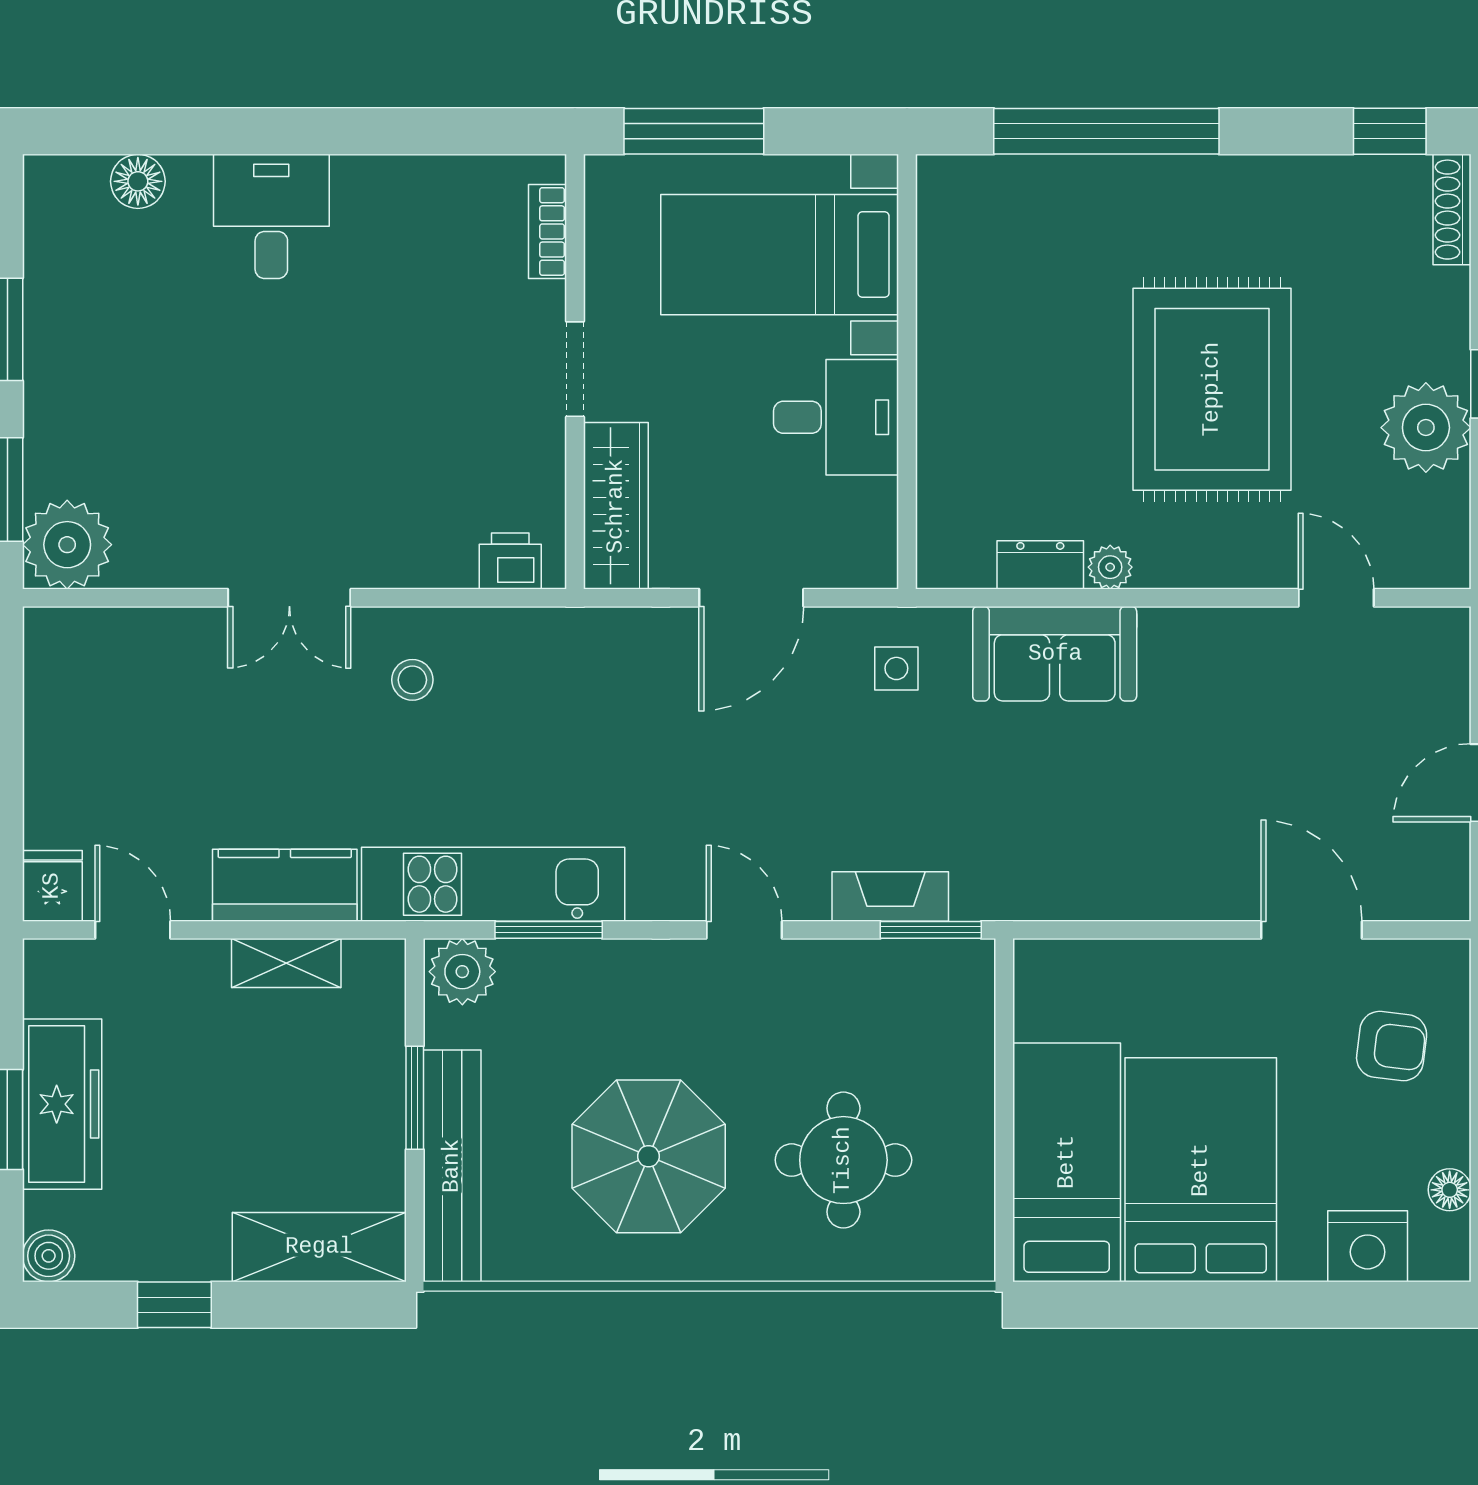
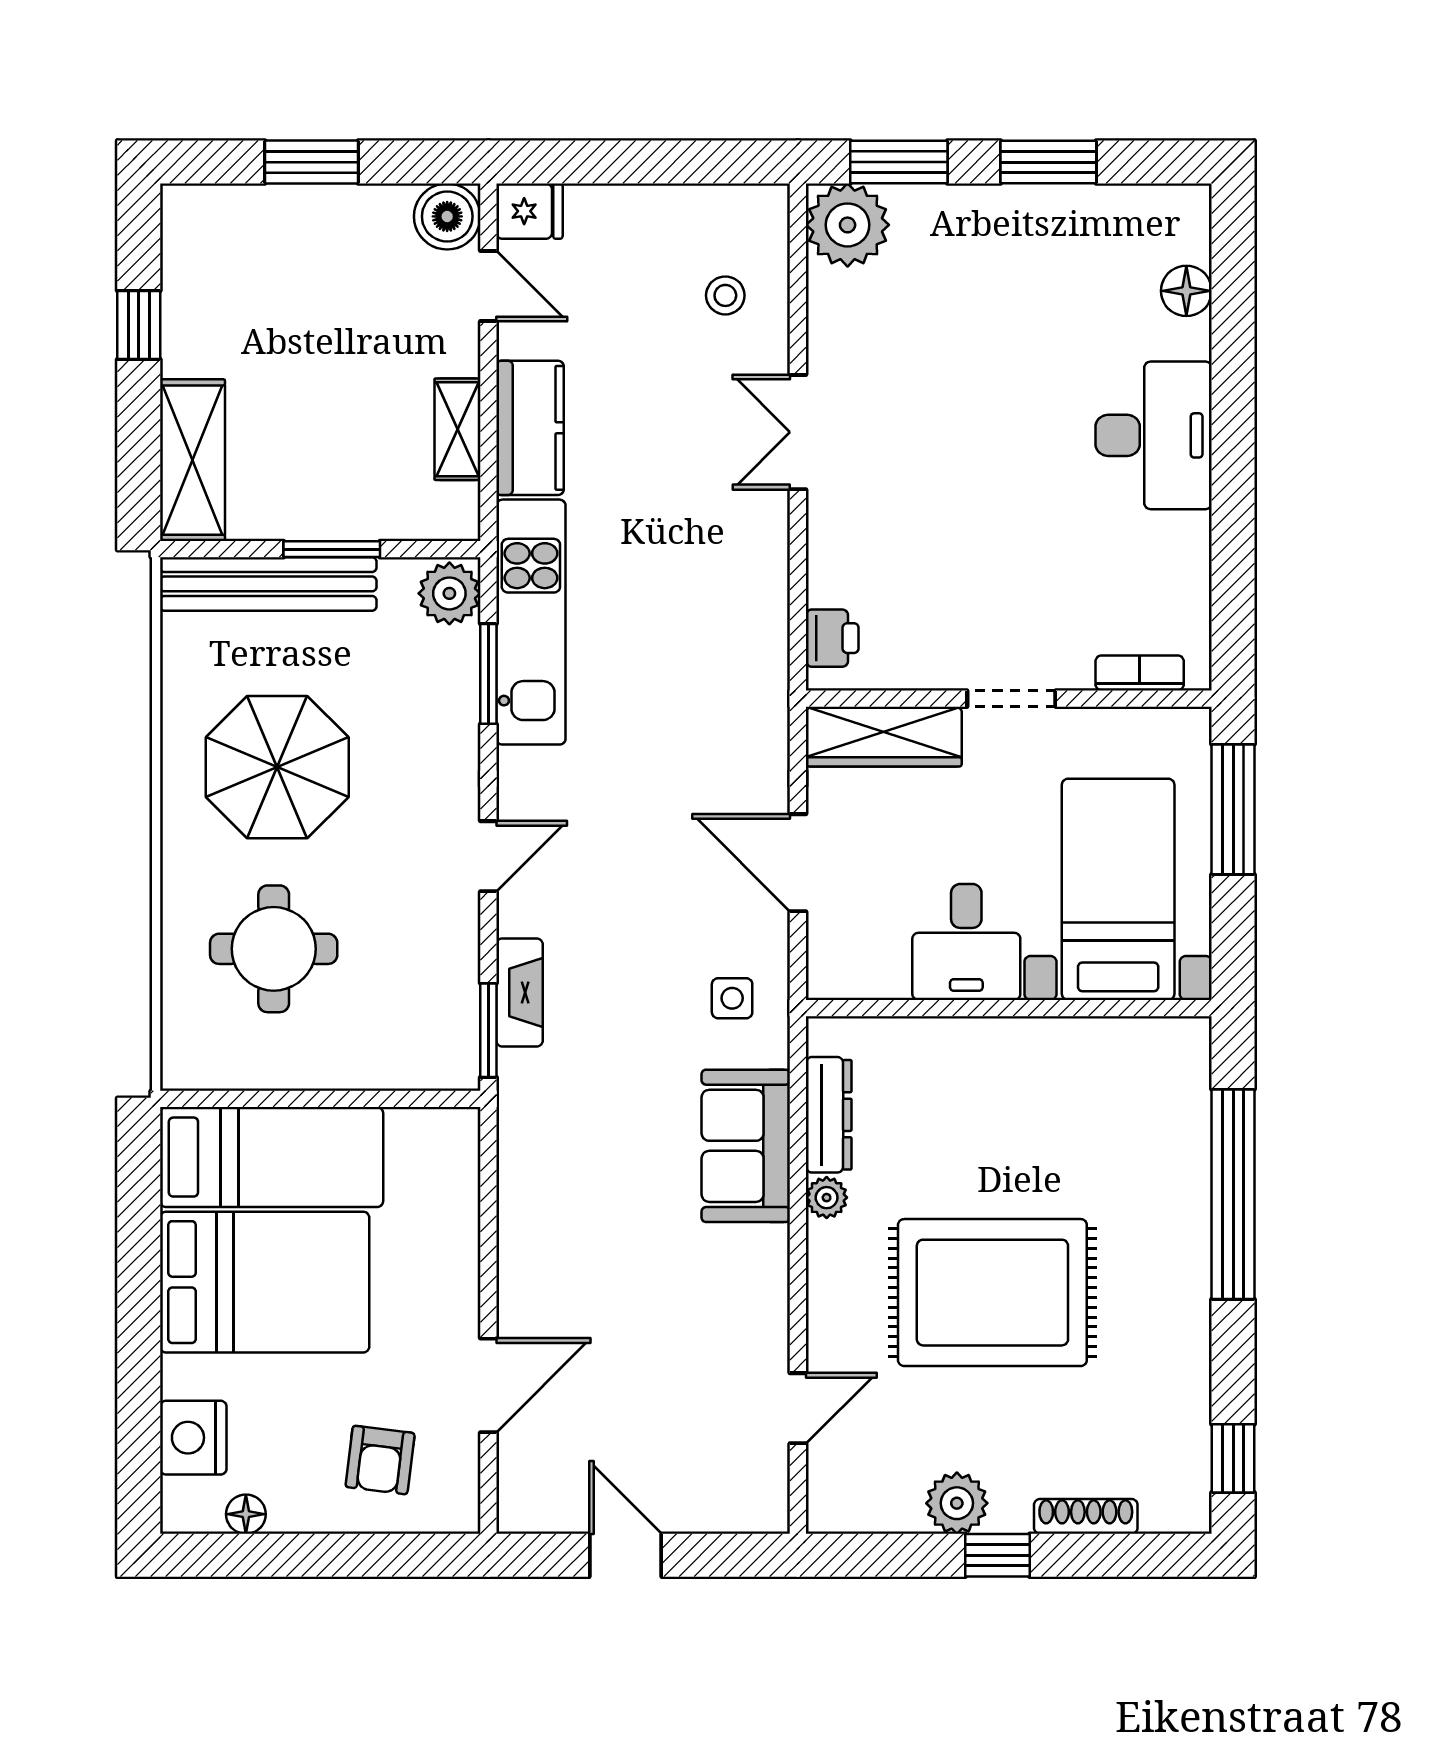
shoe rack: (1452, 210) -> (1086, 1516), moved
desk: (271, 216) -> (1154, 435), width x1.37
plant: (1426, 428) -> (957, 1503), width x0.73, depth x0.73
dresser: (1040, 565) -> (829, 1115), width x1.44
stool: (412, 680) -> (725, 295), moved
door: (133, 930) -> (488, 286), hinge flipped
freezer: (62, 1104) -> (326, 220), removed
boiler: (49, 1256) -> (447, 216), moved, width x1.36, depth x1.36

